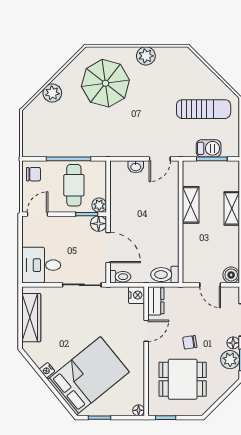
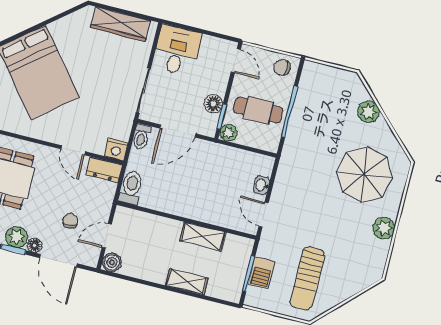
chair: (33, 174) -> (282, 67), turned 90
floor lamp: (99, 224) -> (213, 104), moved
chair: (190, 342) -> (70, 221), moved
nightstand: (47, 370) -> (56, 27), removed

